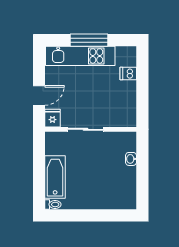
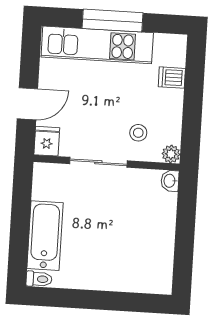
stool: (109, 109) -> (138, 133), added
plant: (131, 121) -> (171, 154), added
washbasin: (131, 159) -> (170, 181), moved

